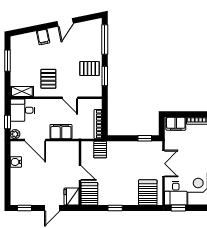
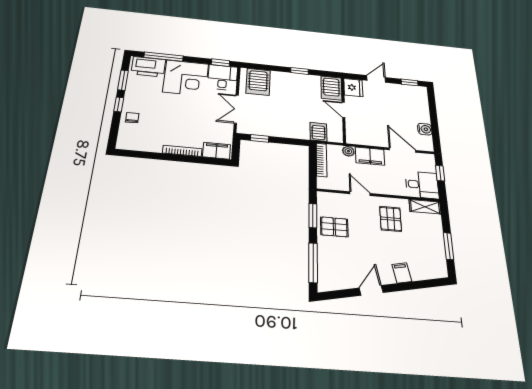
plant: (15, 134) -> (348, 151), moved

